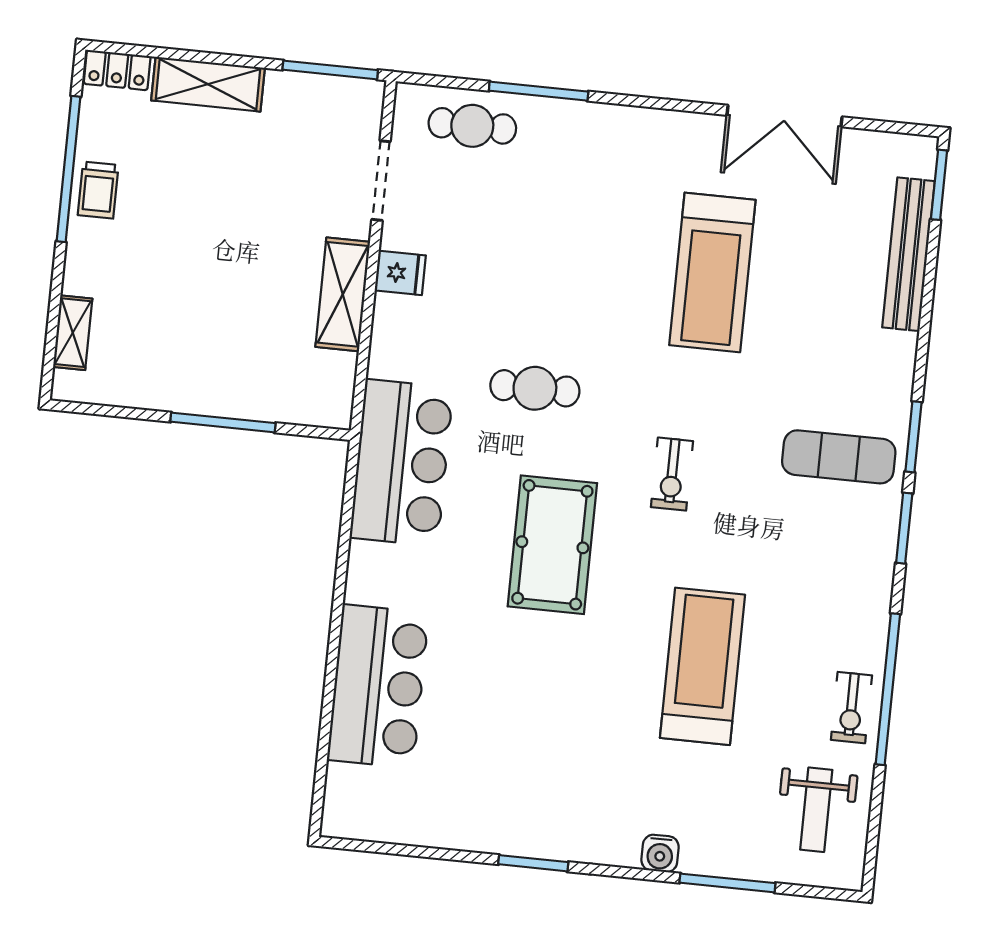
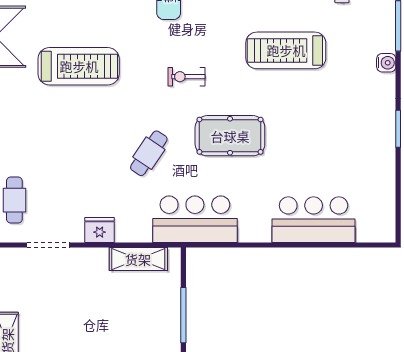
fridge: (400, 273) -> (100, 230), width x1.38
shelving: (343, 294) -> (138, 259), moved
cafe table: (535, 388) -> (149, 153), turned 34
exercise bike: (672, 474) -> (187, 77), turned 180

